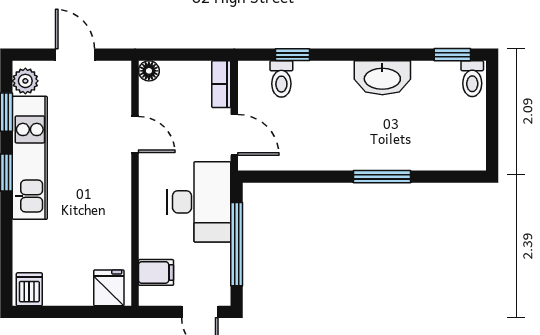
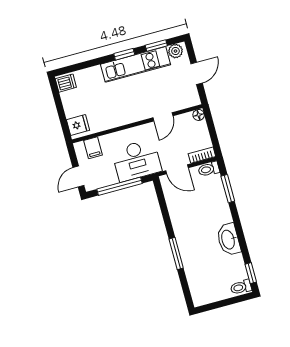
window: (293, 55) -> (228, 189), width x1.50
toilet: (281, 79) -> (209, 169), moved
door: (234, 135) -> (177, 169), hinge flipped

